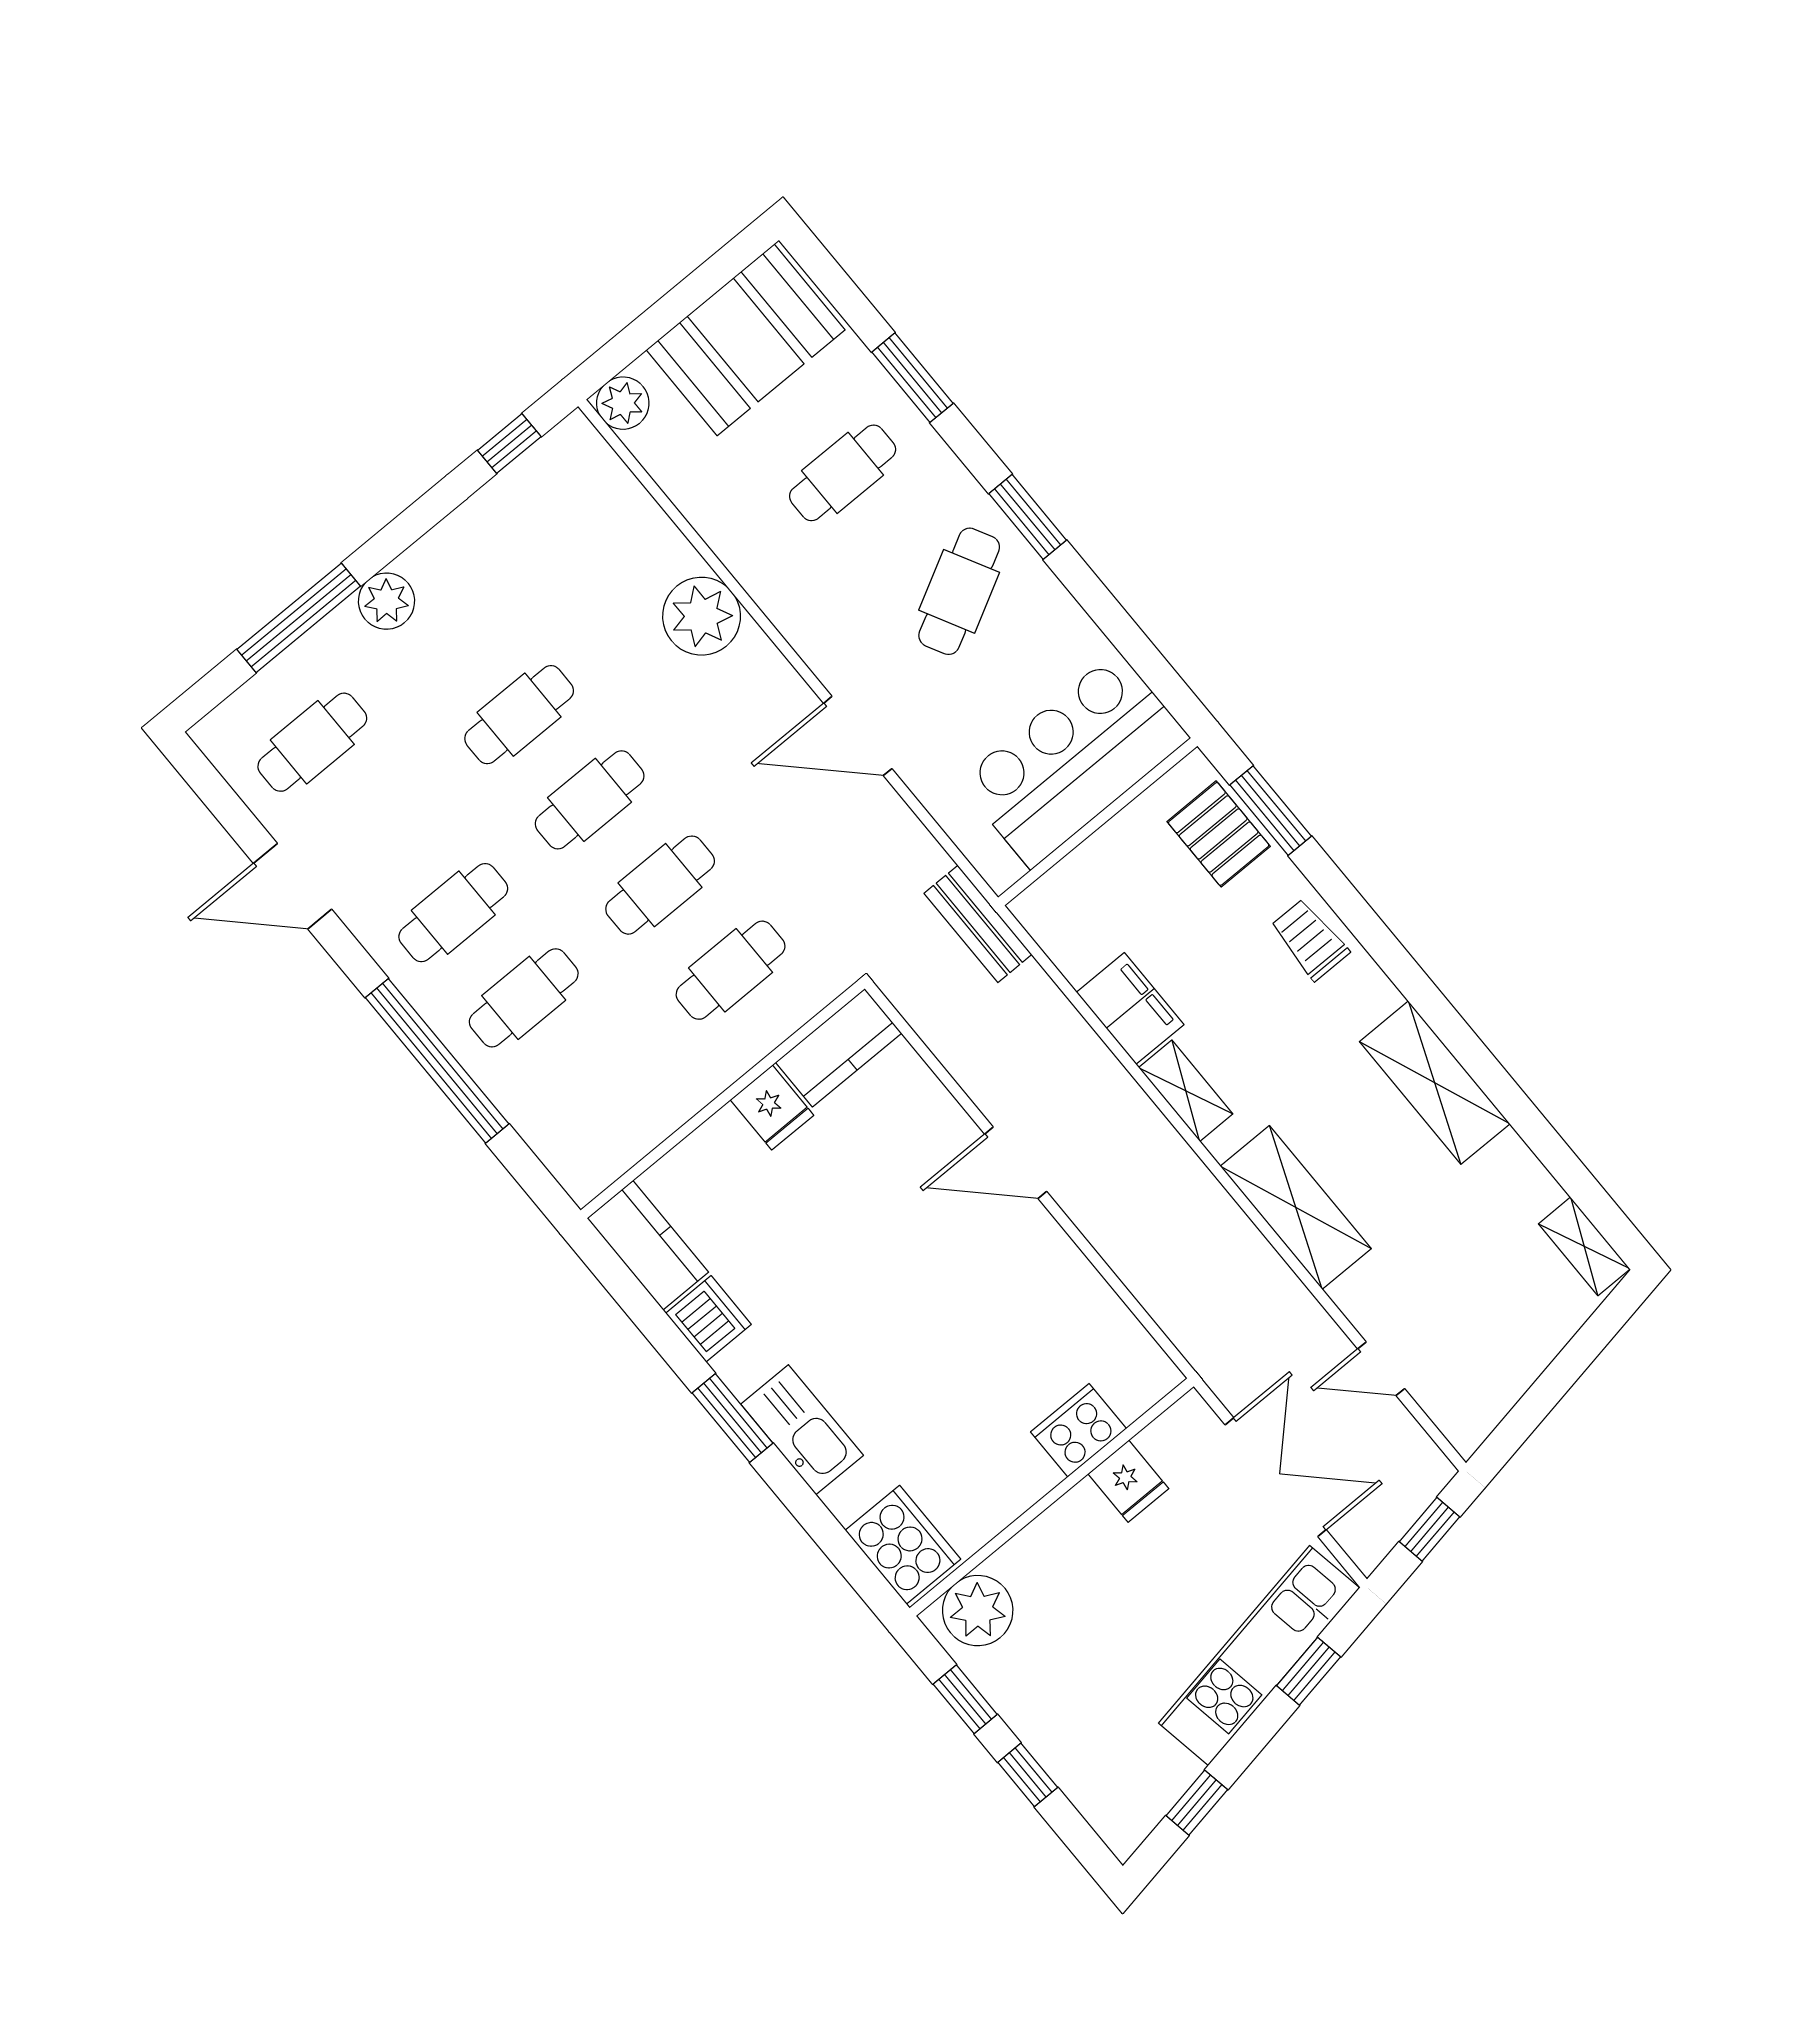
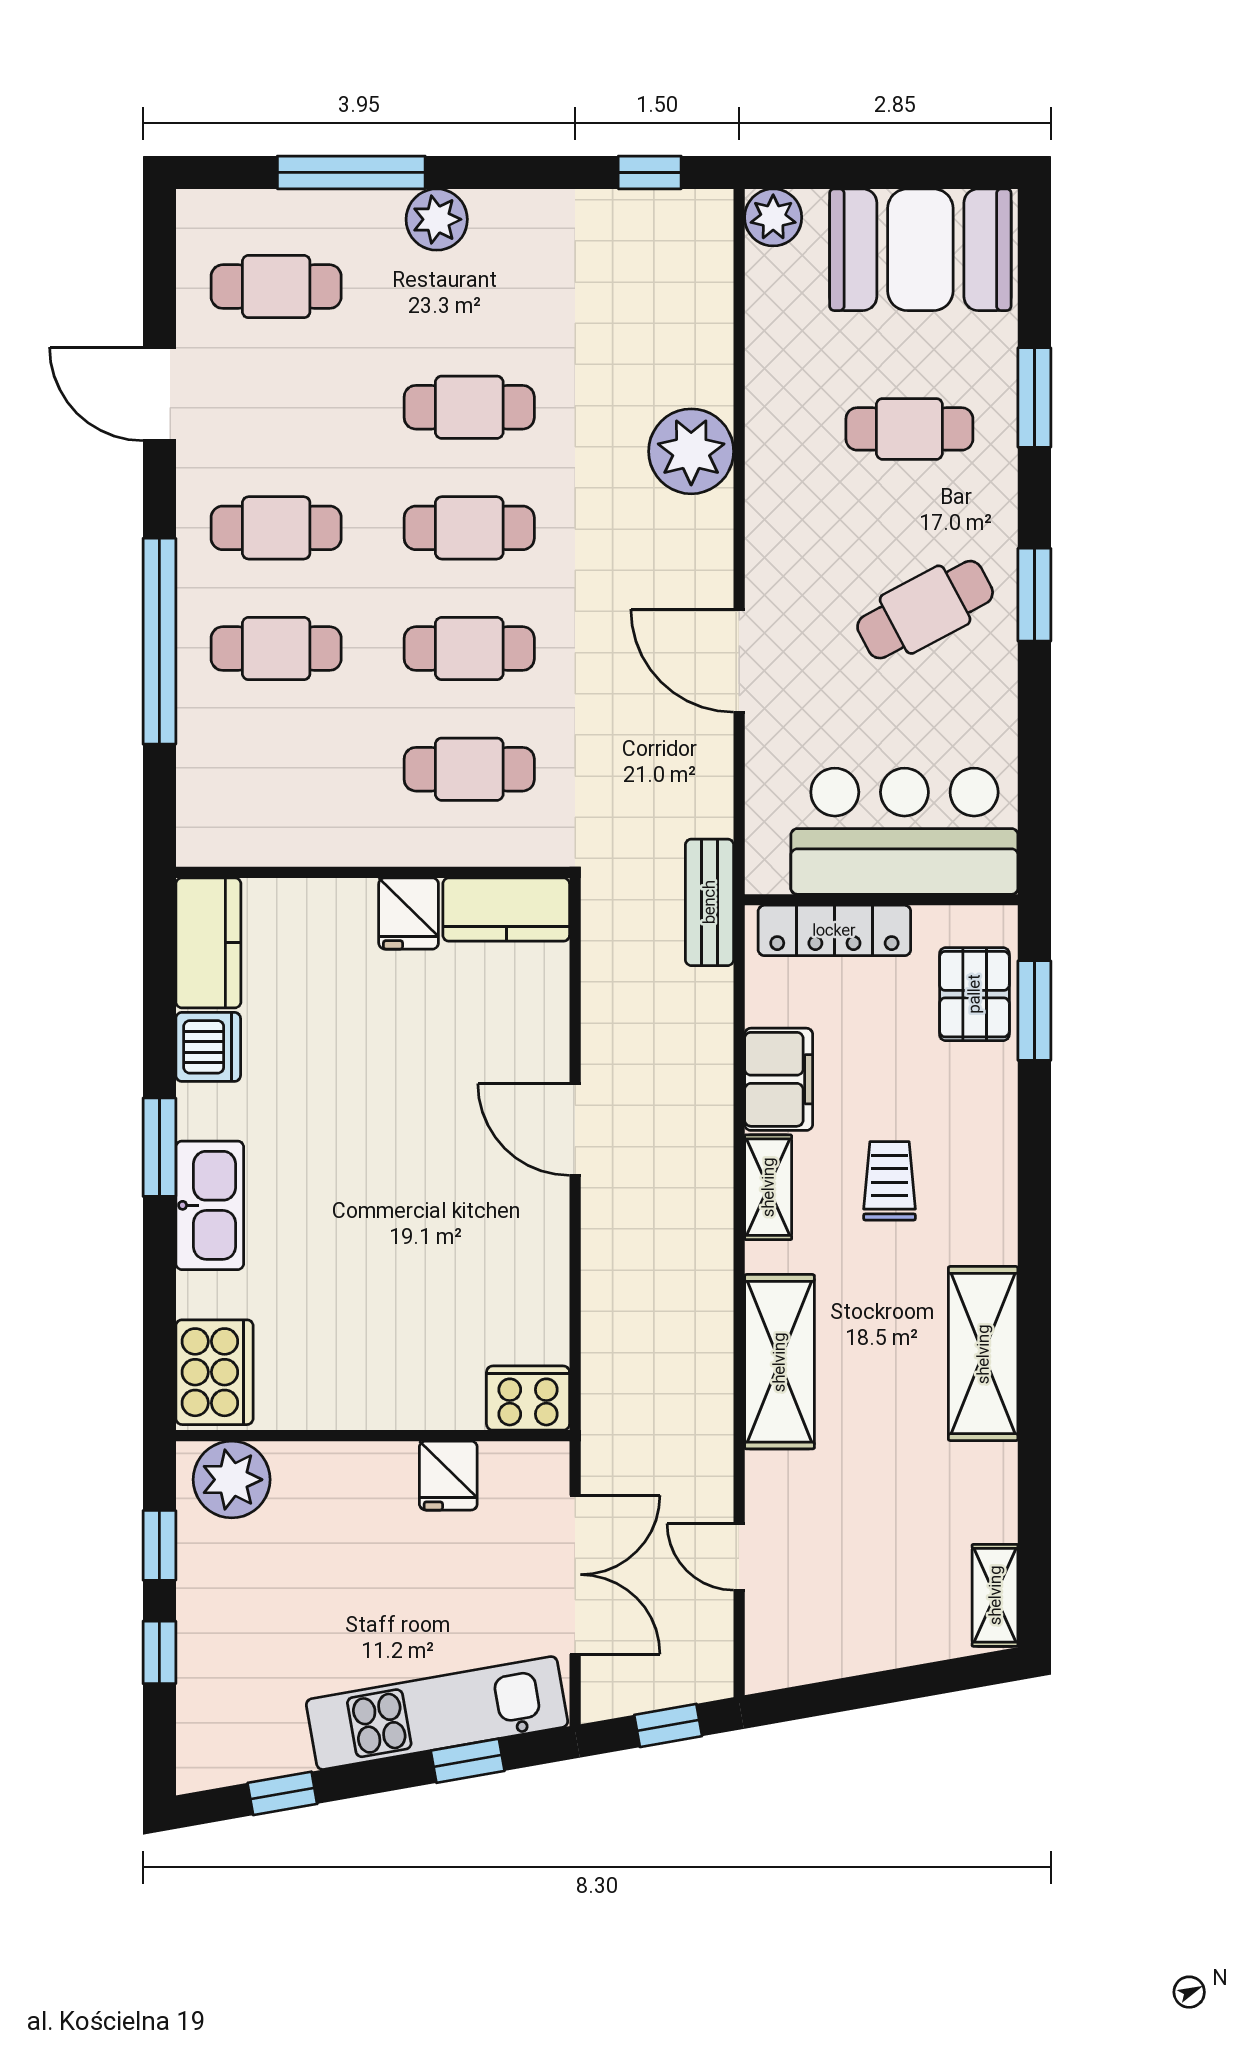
locker: (1083, 871) -> (834, 930), added
trolley: (1310, 940) -> (890, 1181), moved
cooker: (1079, 1430) -> (528, 1398), moved

